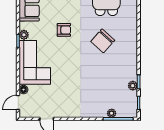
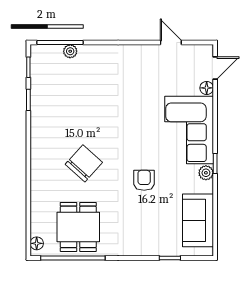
armchair: (64, 30) -> (144, 180), turned 90
plant: (133, 86) -> (37, 94), removed

